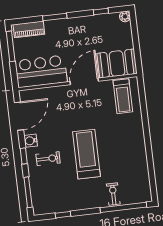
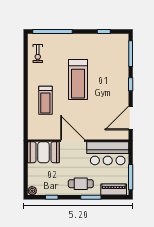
cafe table: (69, 32) -> (81, 184), added
door: (84, 81) -> (73, 141), swing flipped
treadmill: (123, 96) -> (45, 100), moved, turned 180
water cooler: (31, 141) -> (123, 96), removed
exercise bike: (48, 159) -> (111, 80), removed
exercise bike: (113, 194) -> (38, 54), moved

